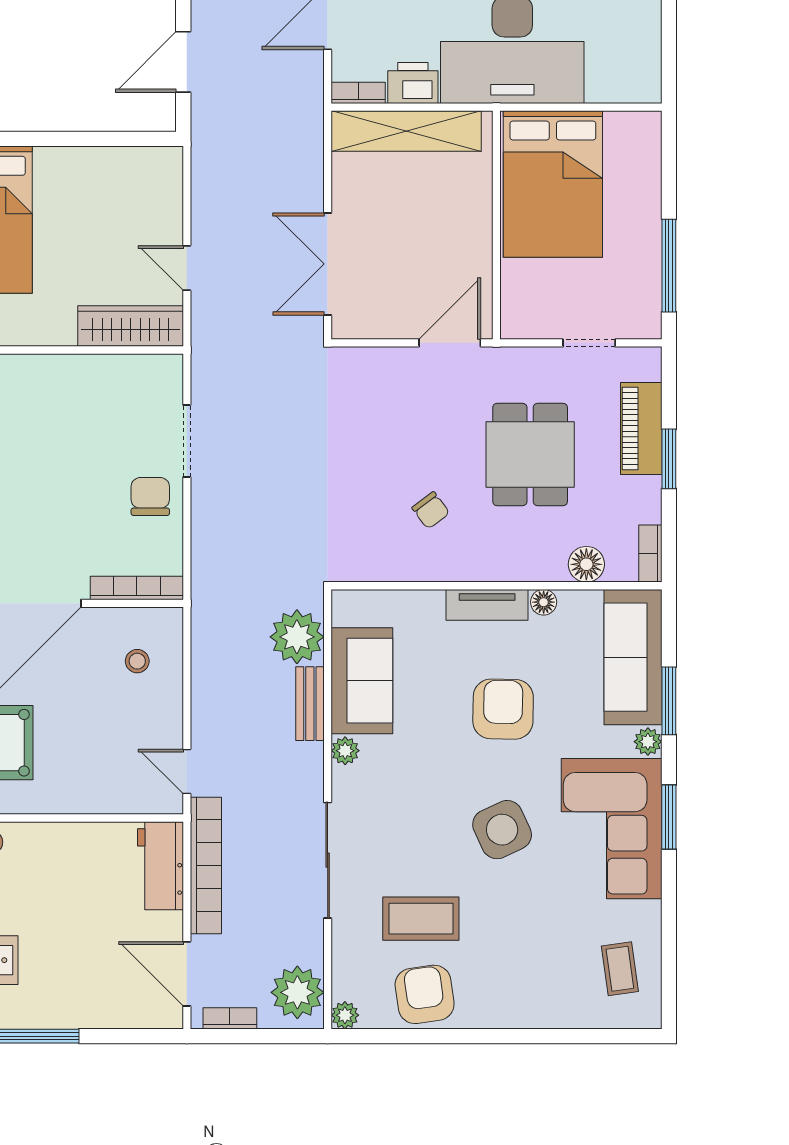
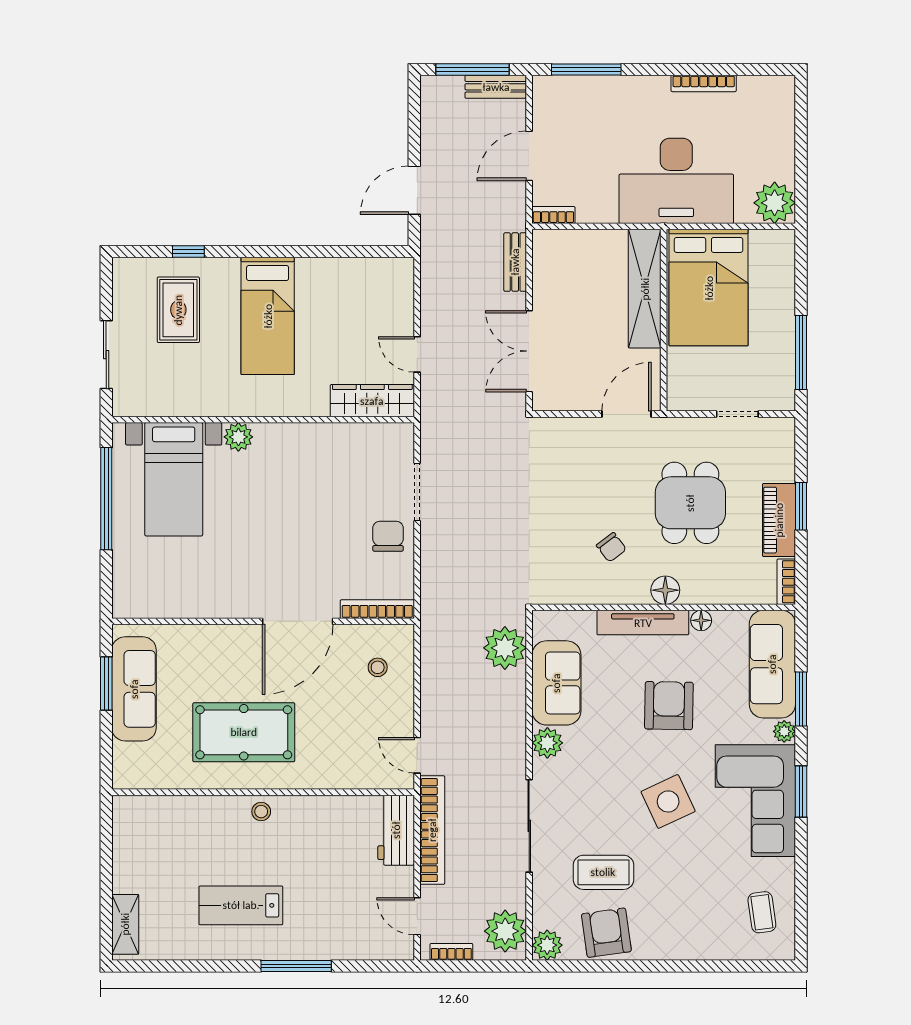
plant: (636, 78) -> (775, 203), added
printer: (413, 83) -> (597, 207), removed
shelving: (406, 131) -> (645, 289), moved, turned 90
piano: (641, 428) -> (779, 520), moved
floor lamp: (586, 564) -> (665, 590), moved
tv unit: (487, 605) -> (643, 623), width x1.41
bench: (310, 704) -> (515, 262), moved
plant: (345, 751) -> (547, 743), width x1.38, depth x1.38
door: (187, 974) -> (417, 916), width x0.73
plant: (345, 1015) -> (547, 945), width x1.38, depth x1.38

